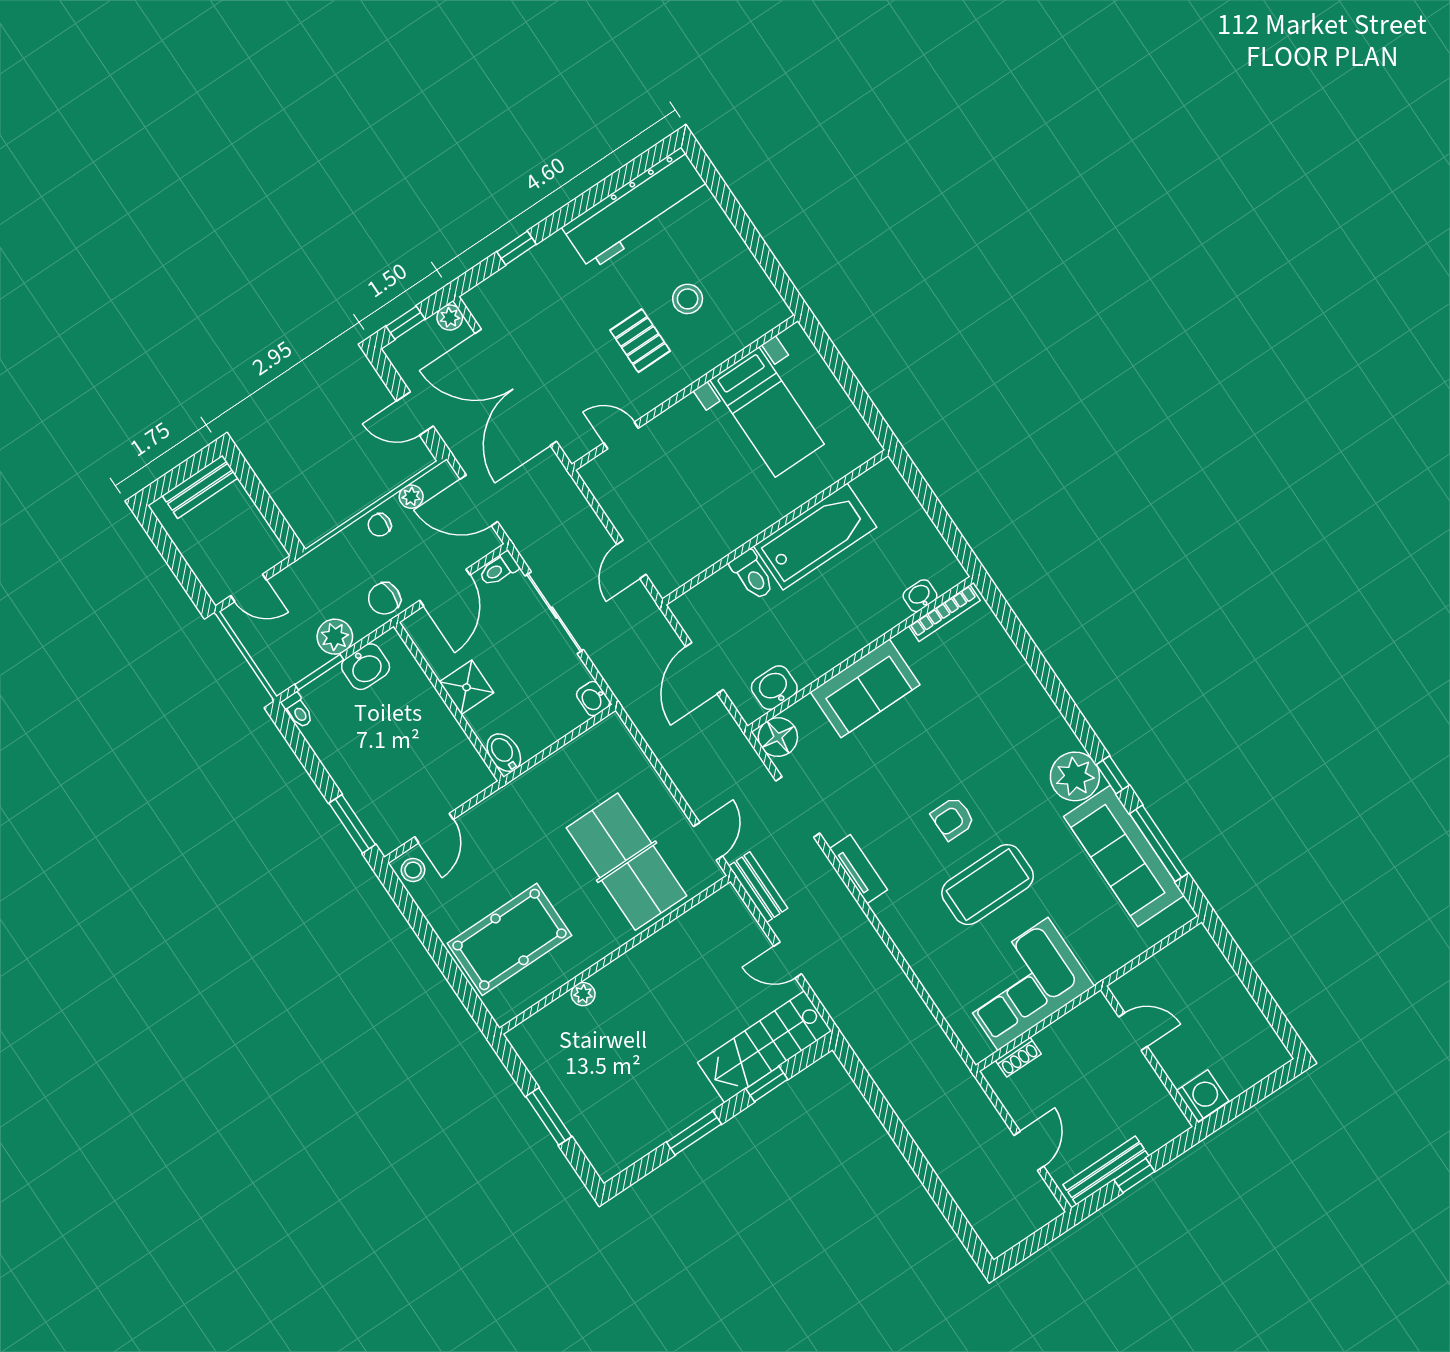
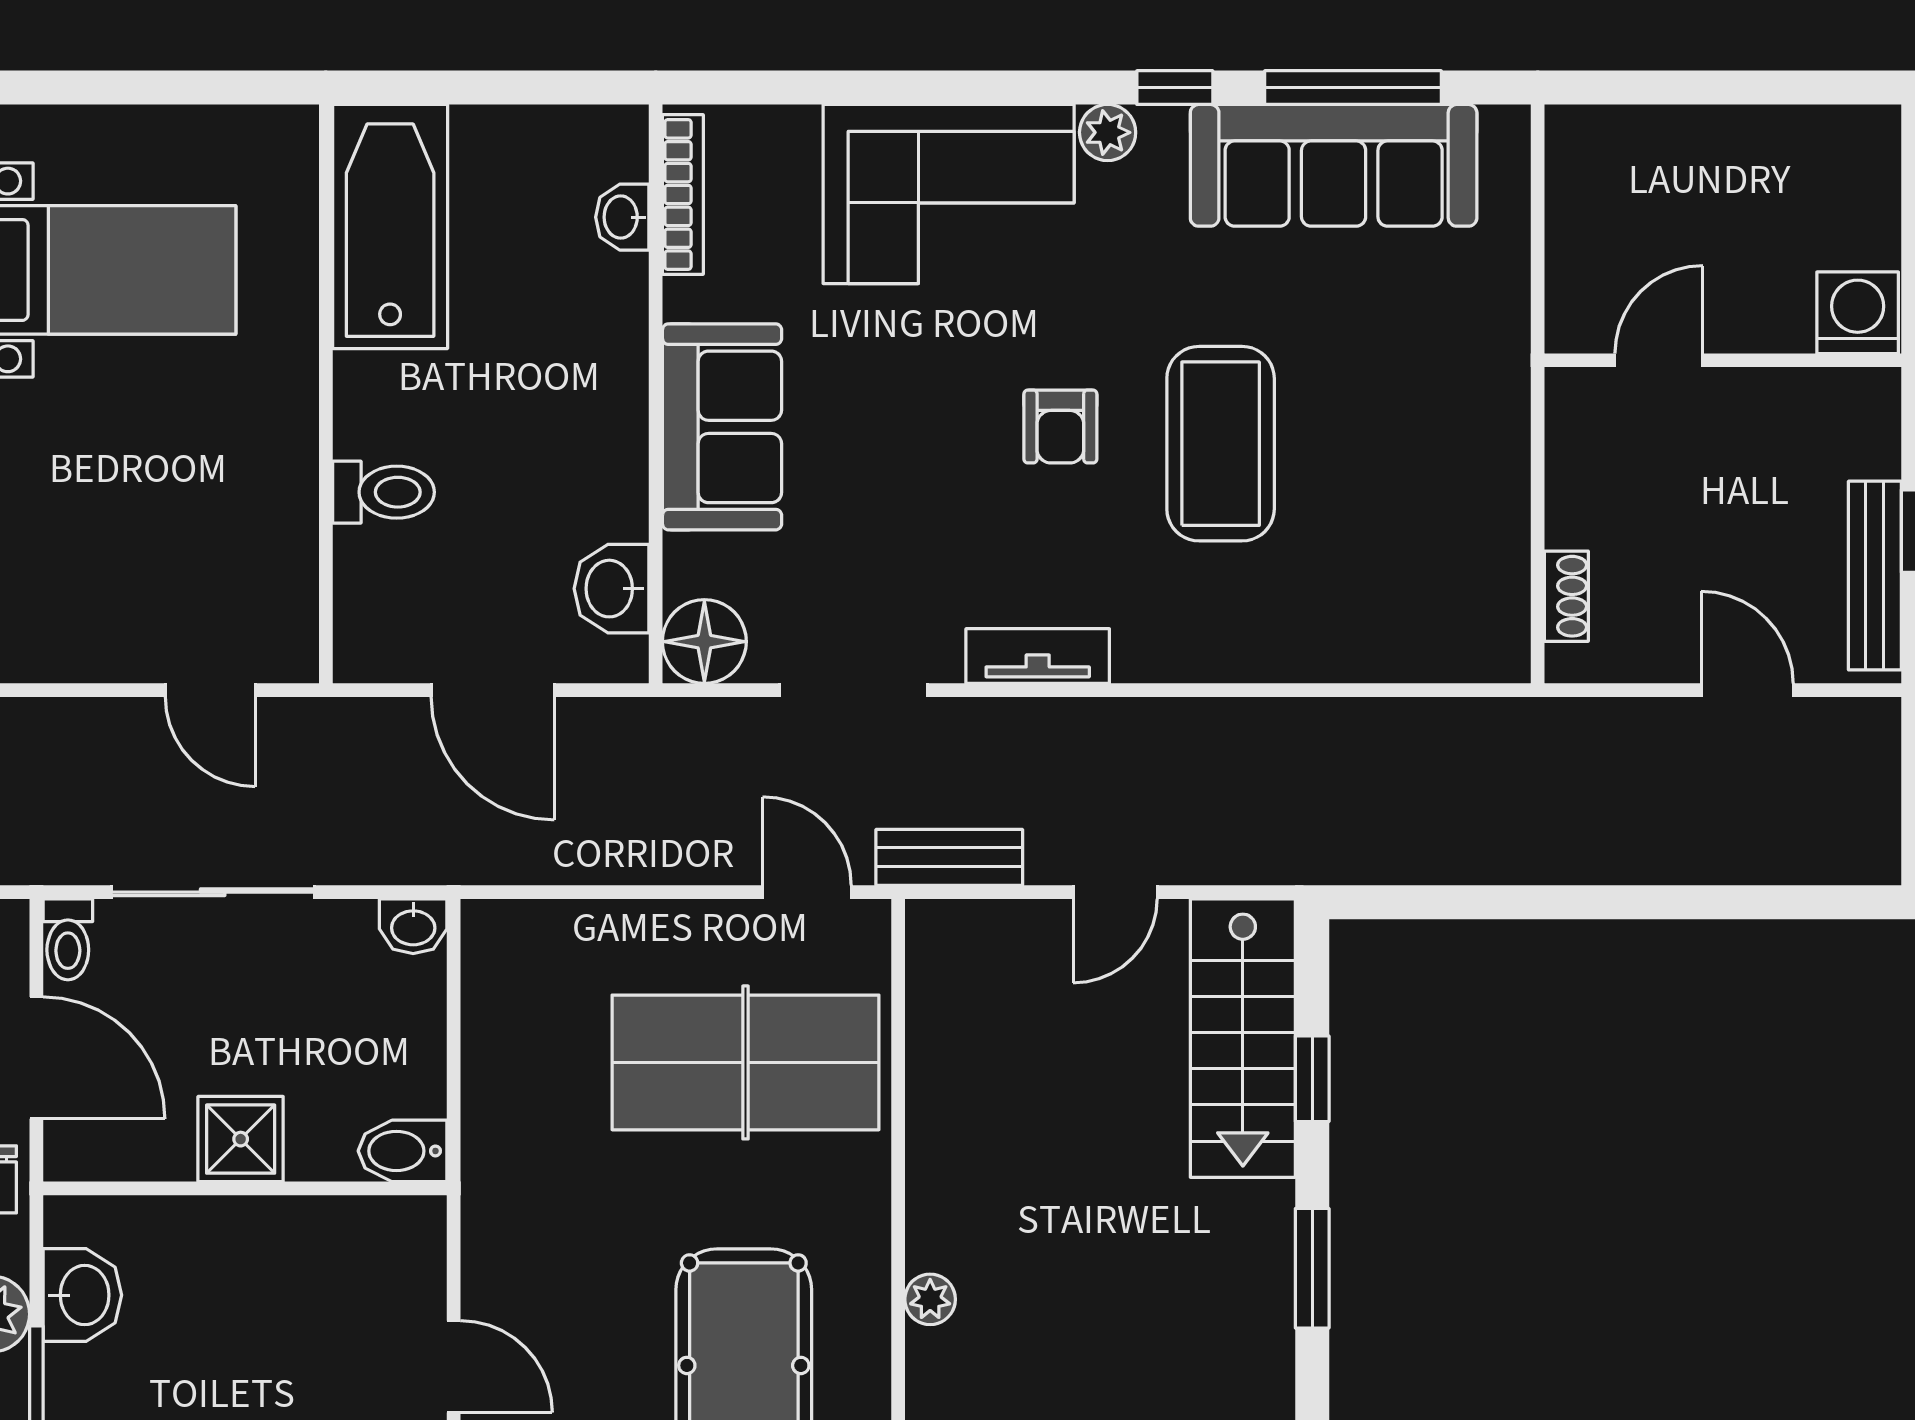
bathtub: (815, 536) -> (390, 226), moved
plant: (1075, 776) -> (1108, 132), width x0.53, depth x0.53
corner sofa: (1023, 984) -> (949, 194), moved, turned -90

